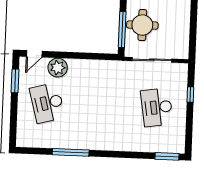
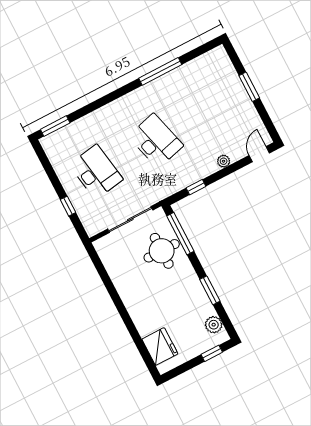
window: (92, 56) -> (196, 187), added
plant: (58, 68) -> (224, 161), width x0.53, depth x0.53
window: (15, 81) -> (249, 87), moved
desk: (47, 103) -> (156, 141), moved

